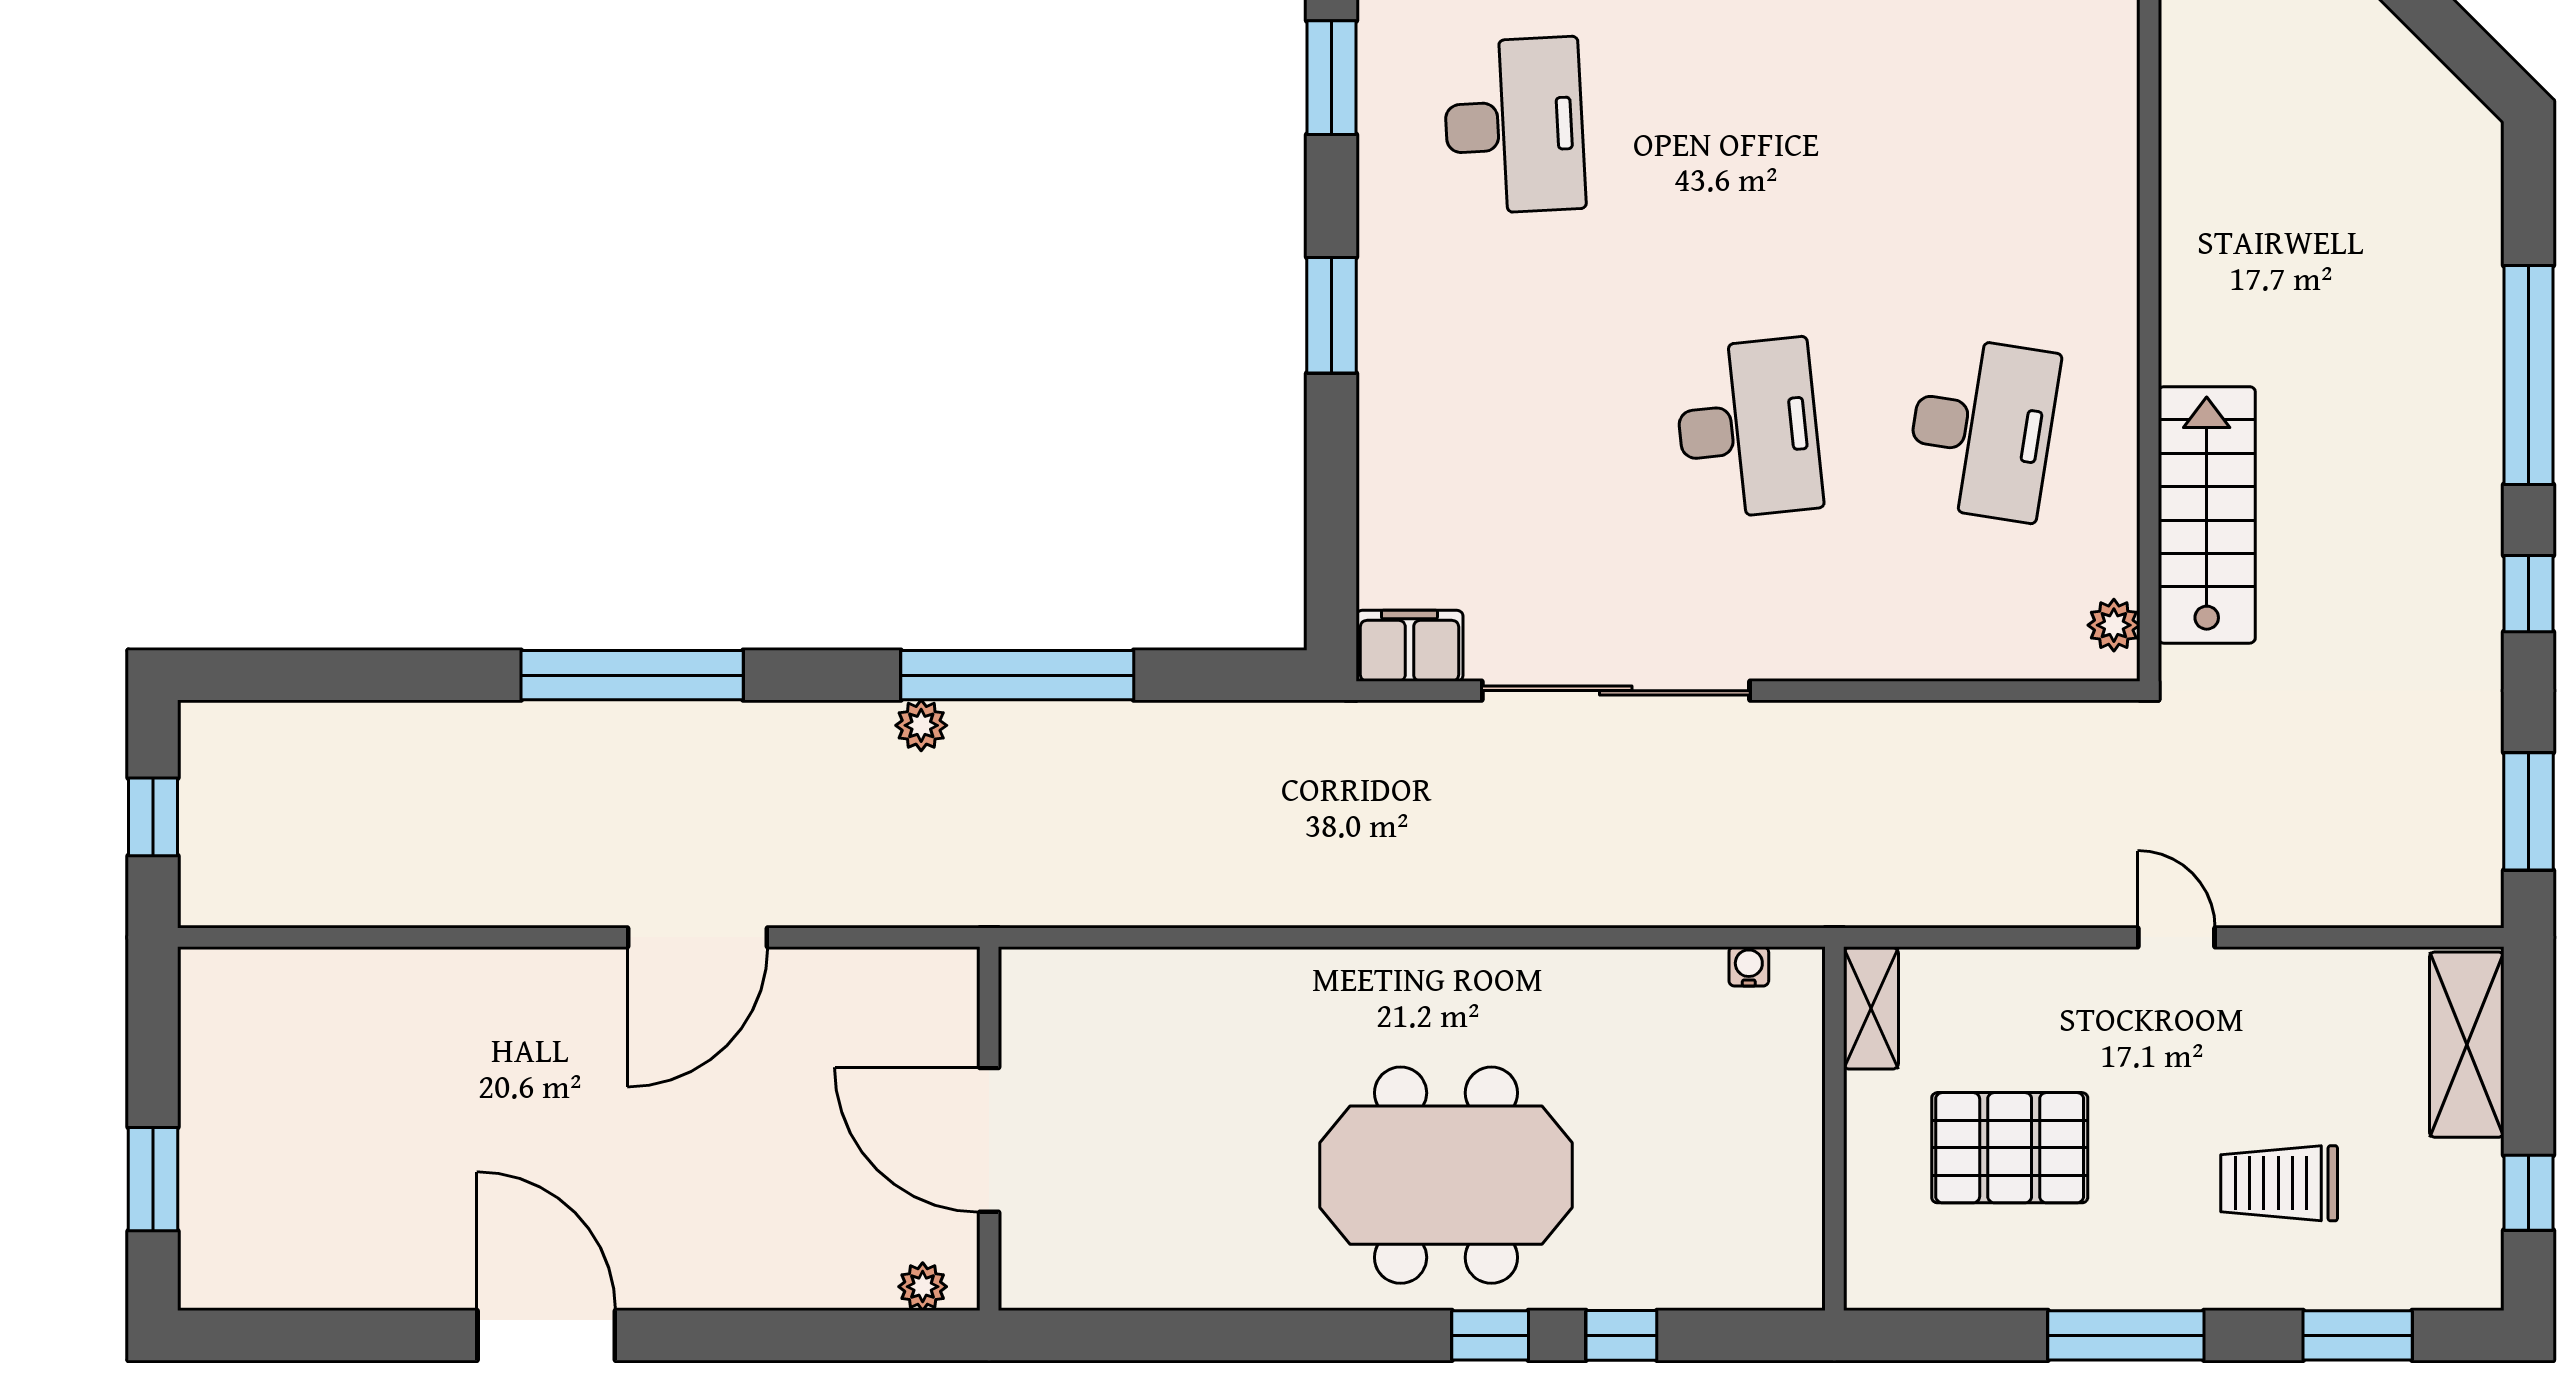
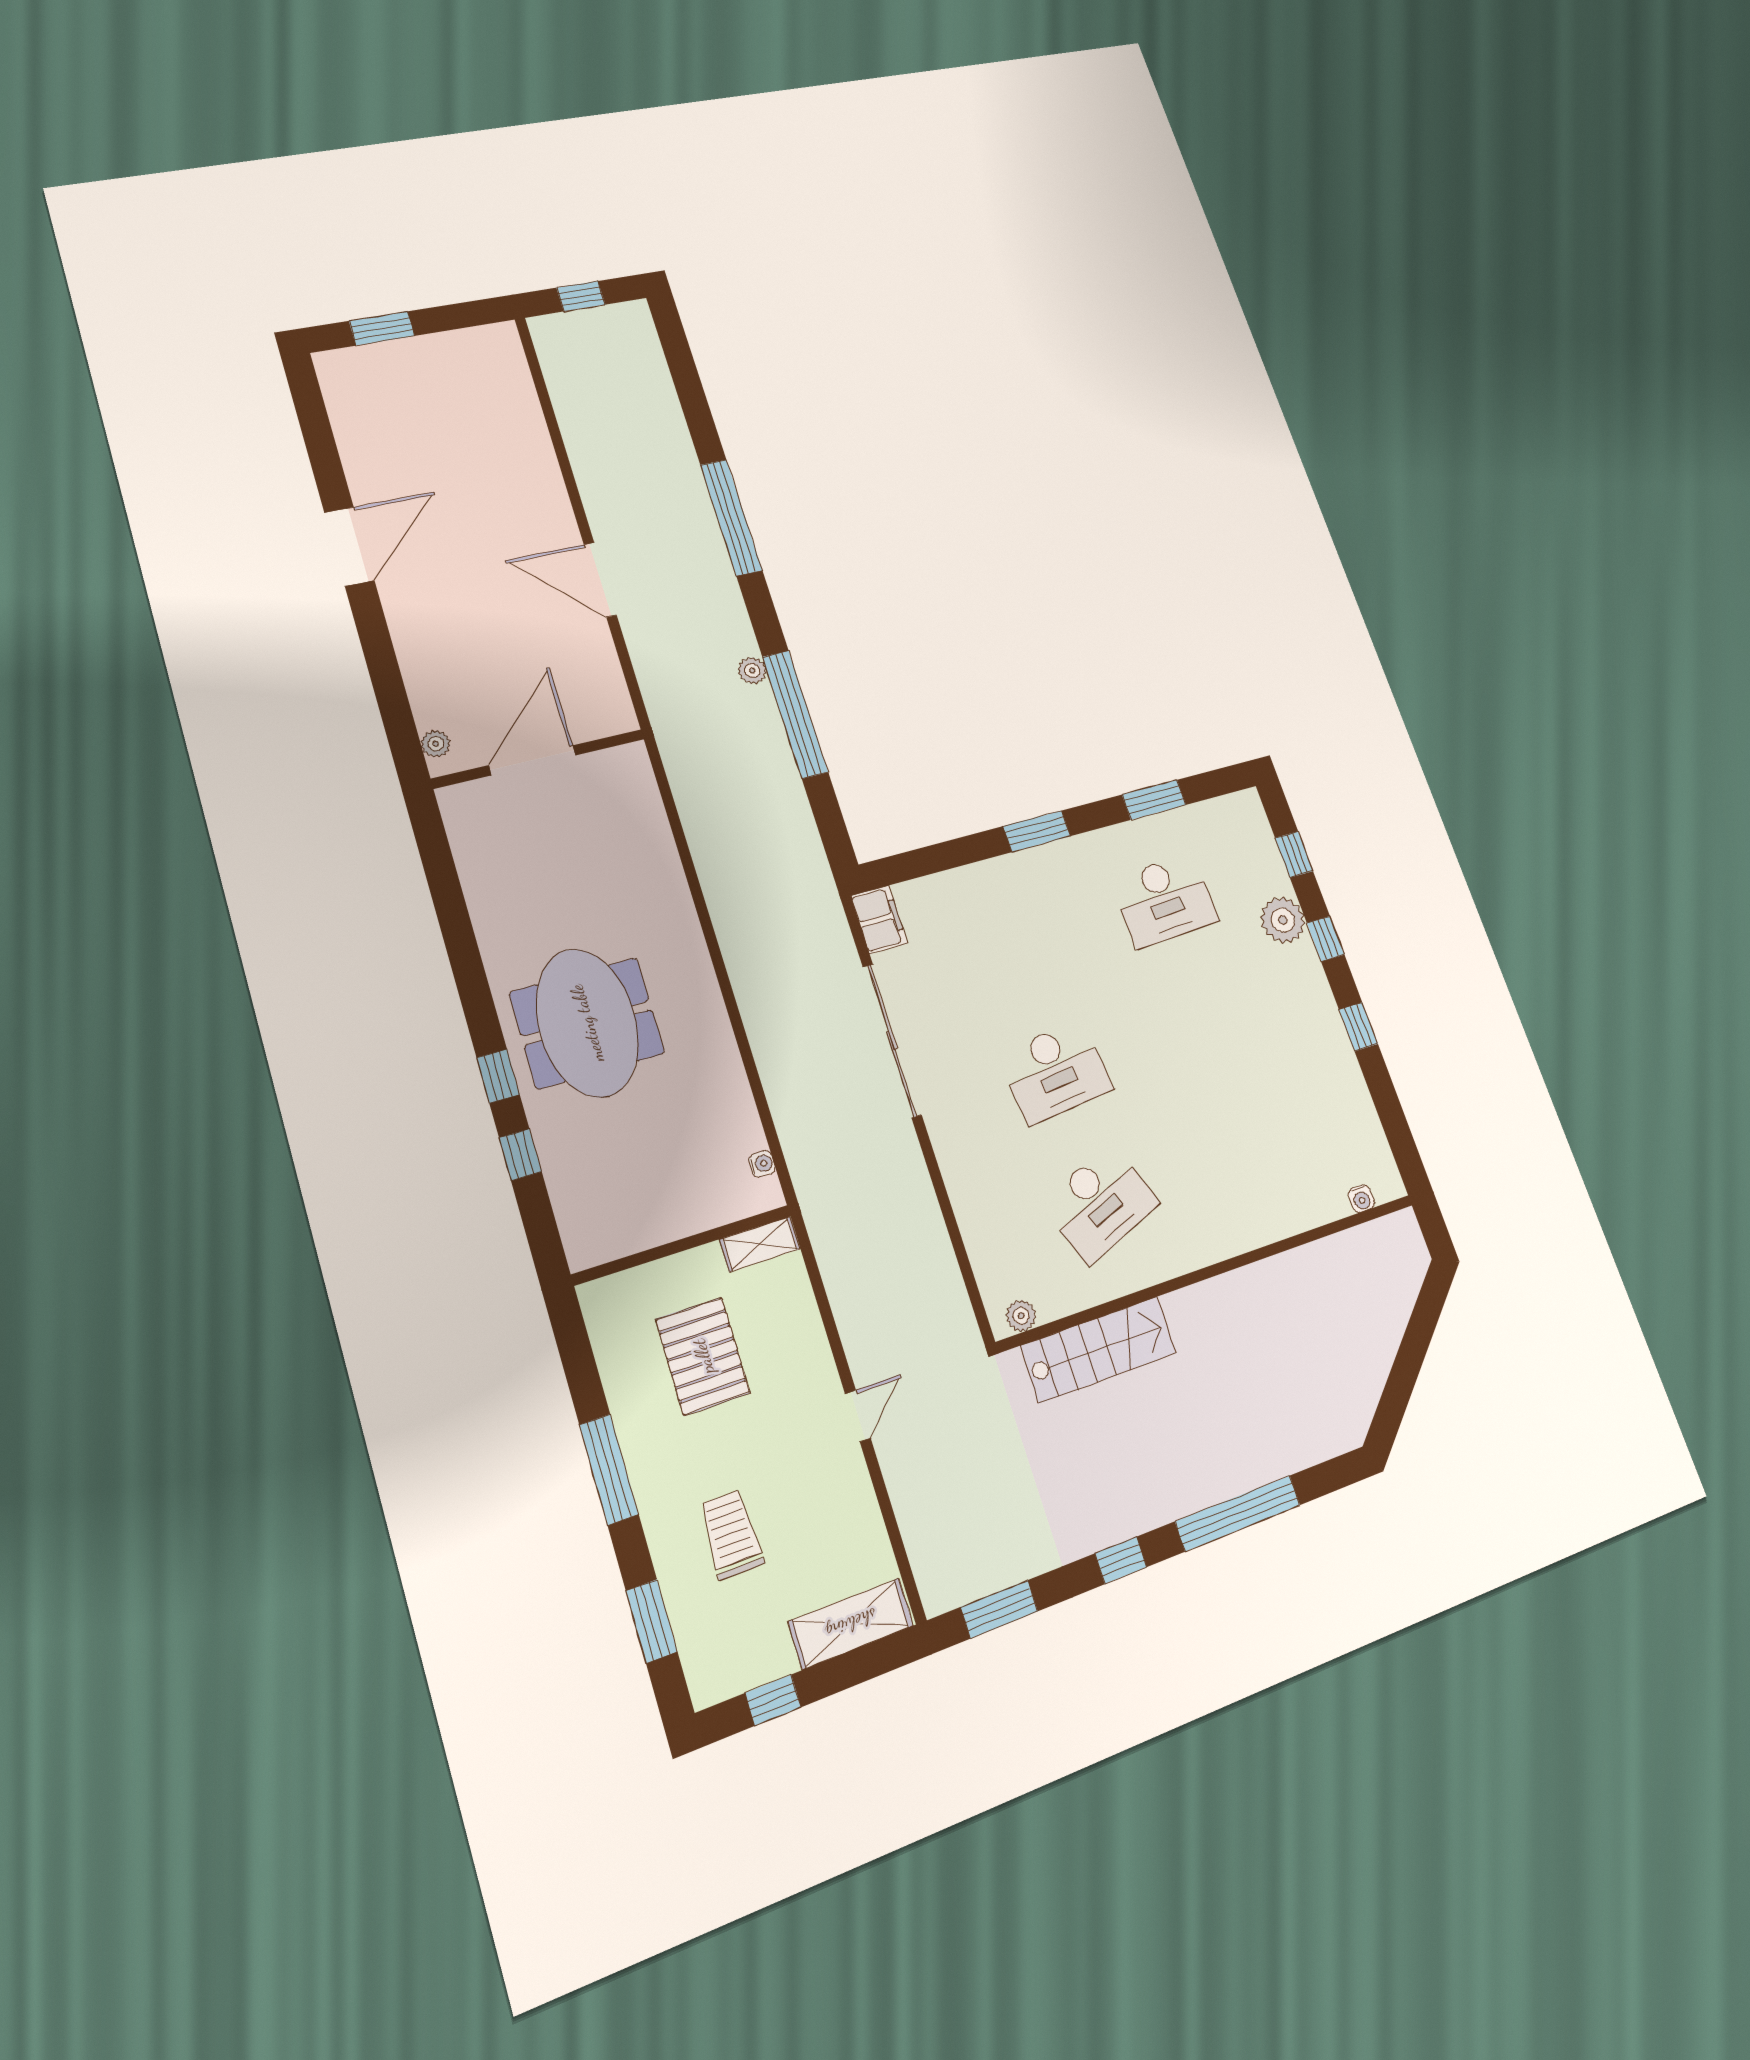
desk: (1982, 429) -> (1100, 1203), turned -30

